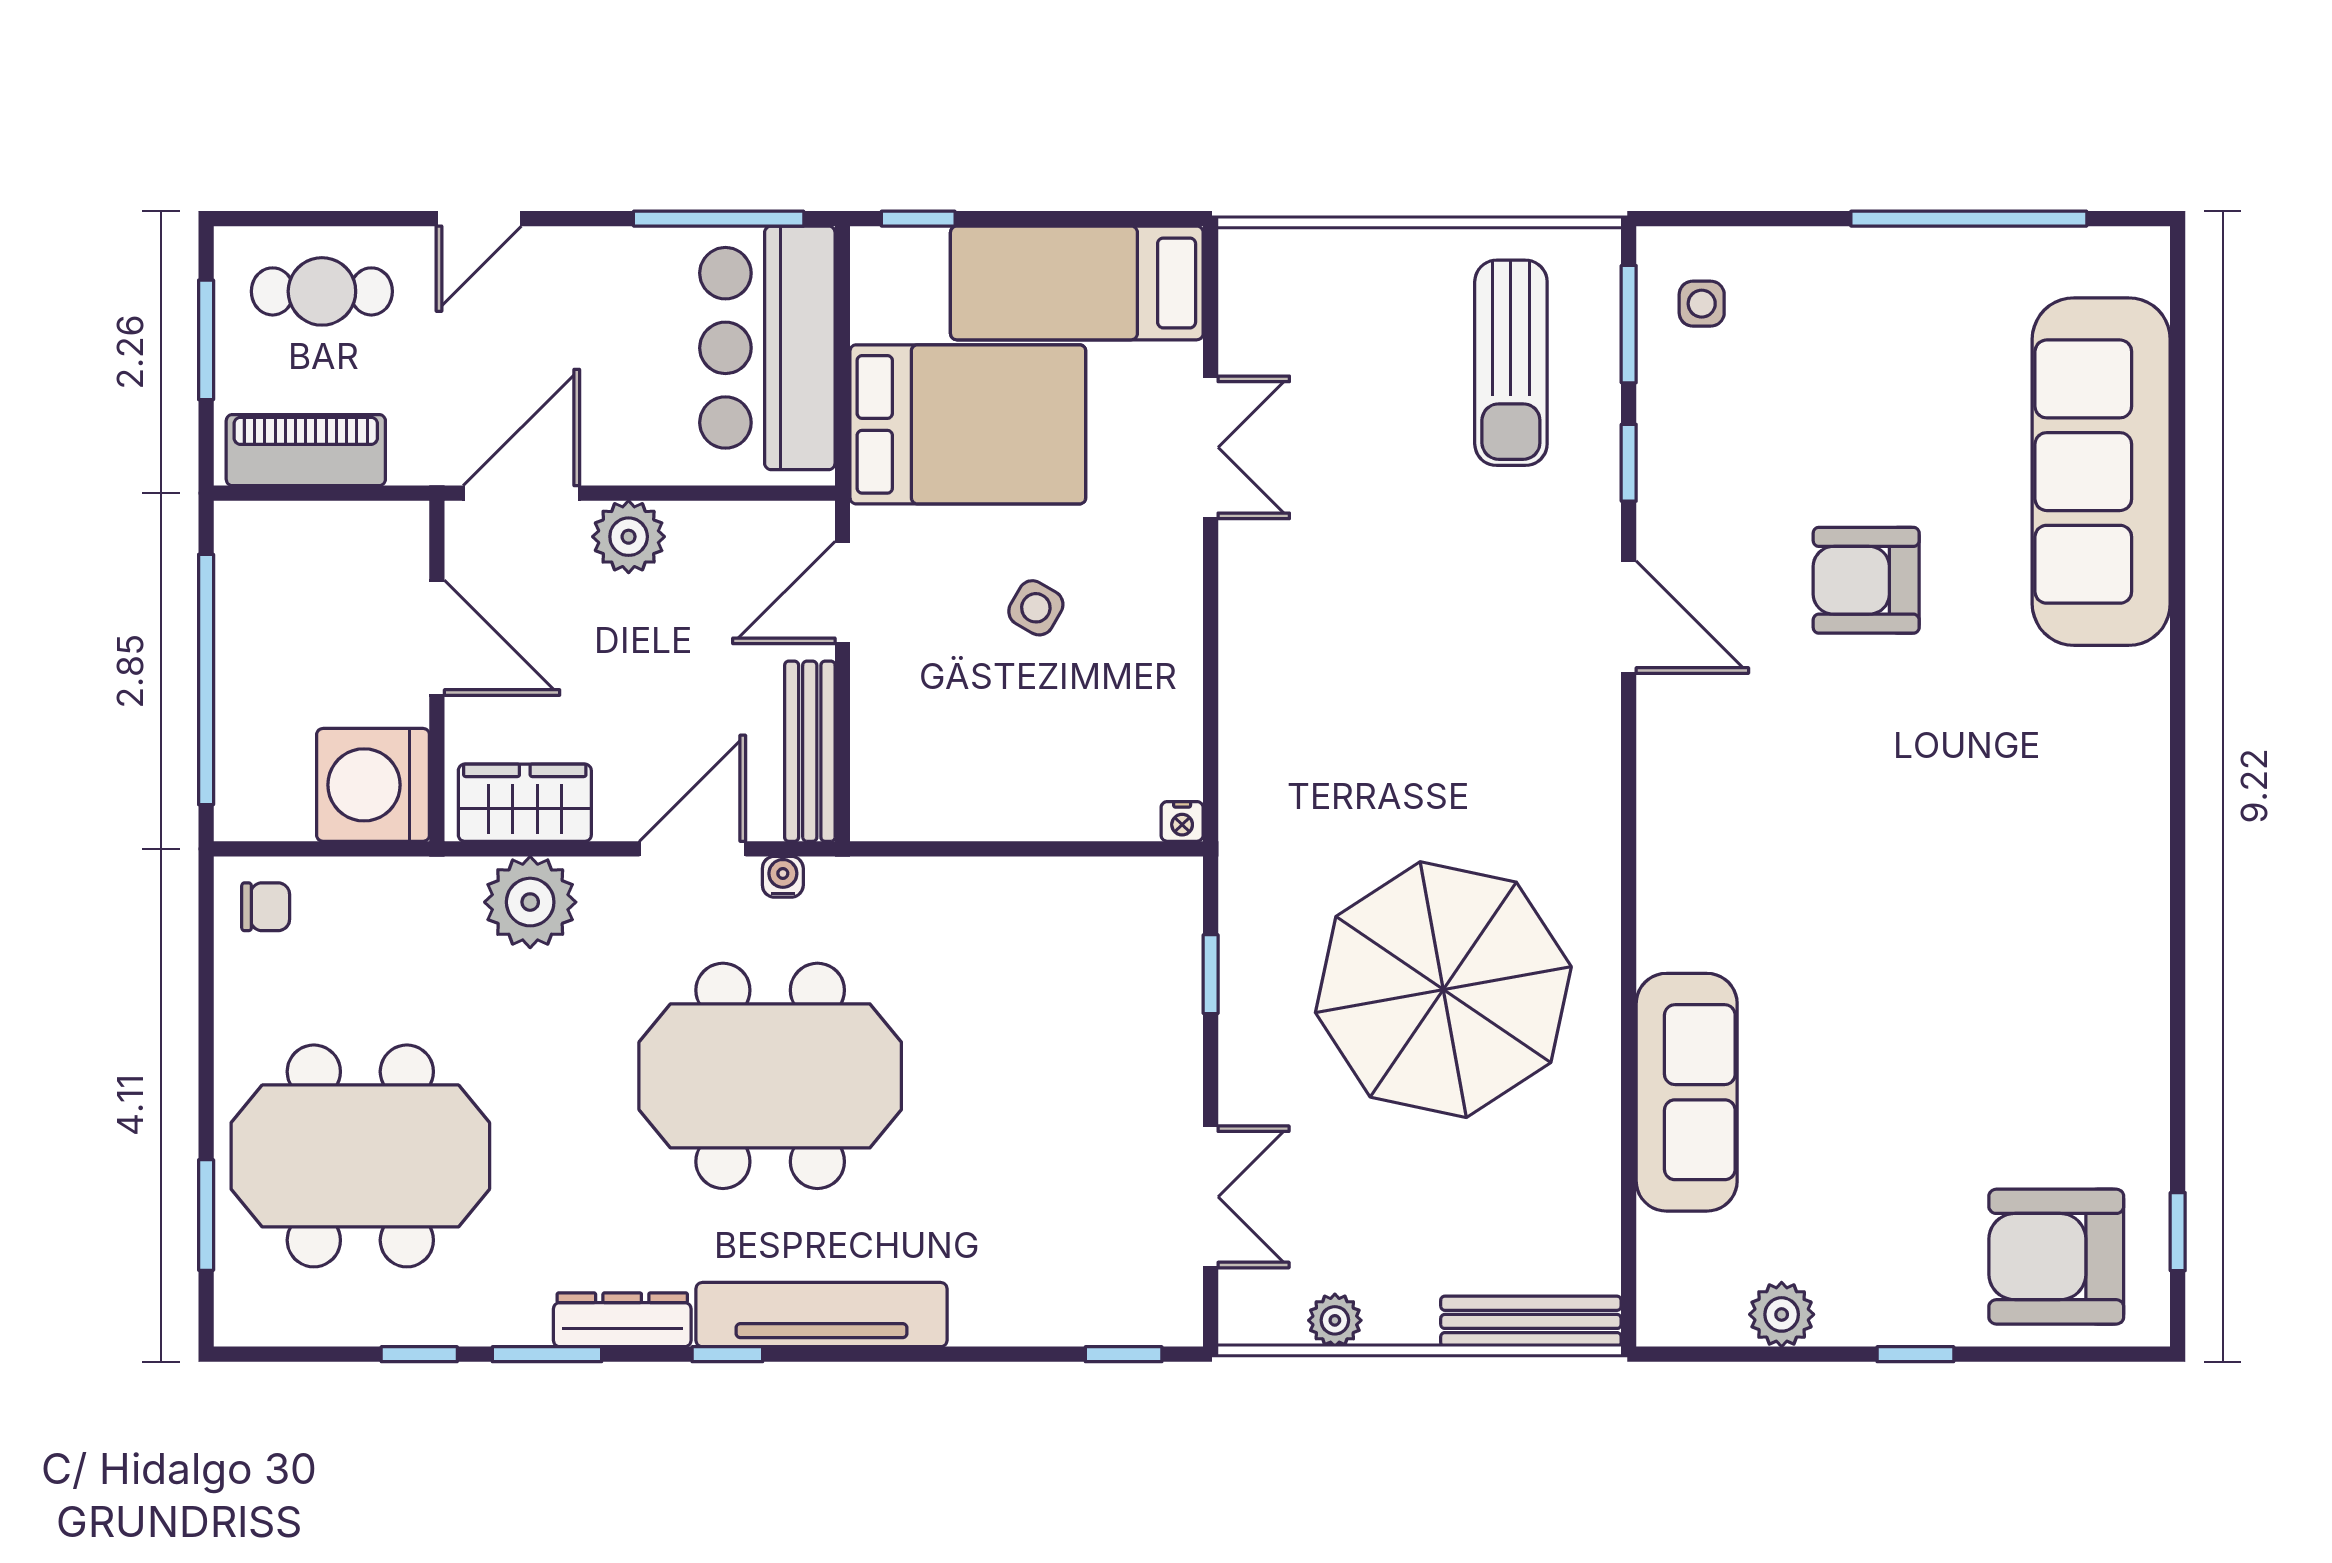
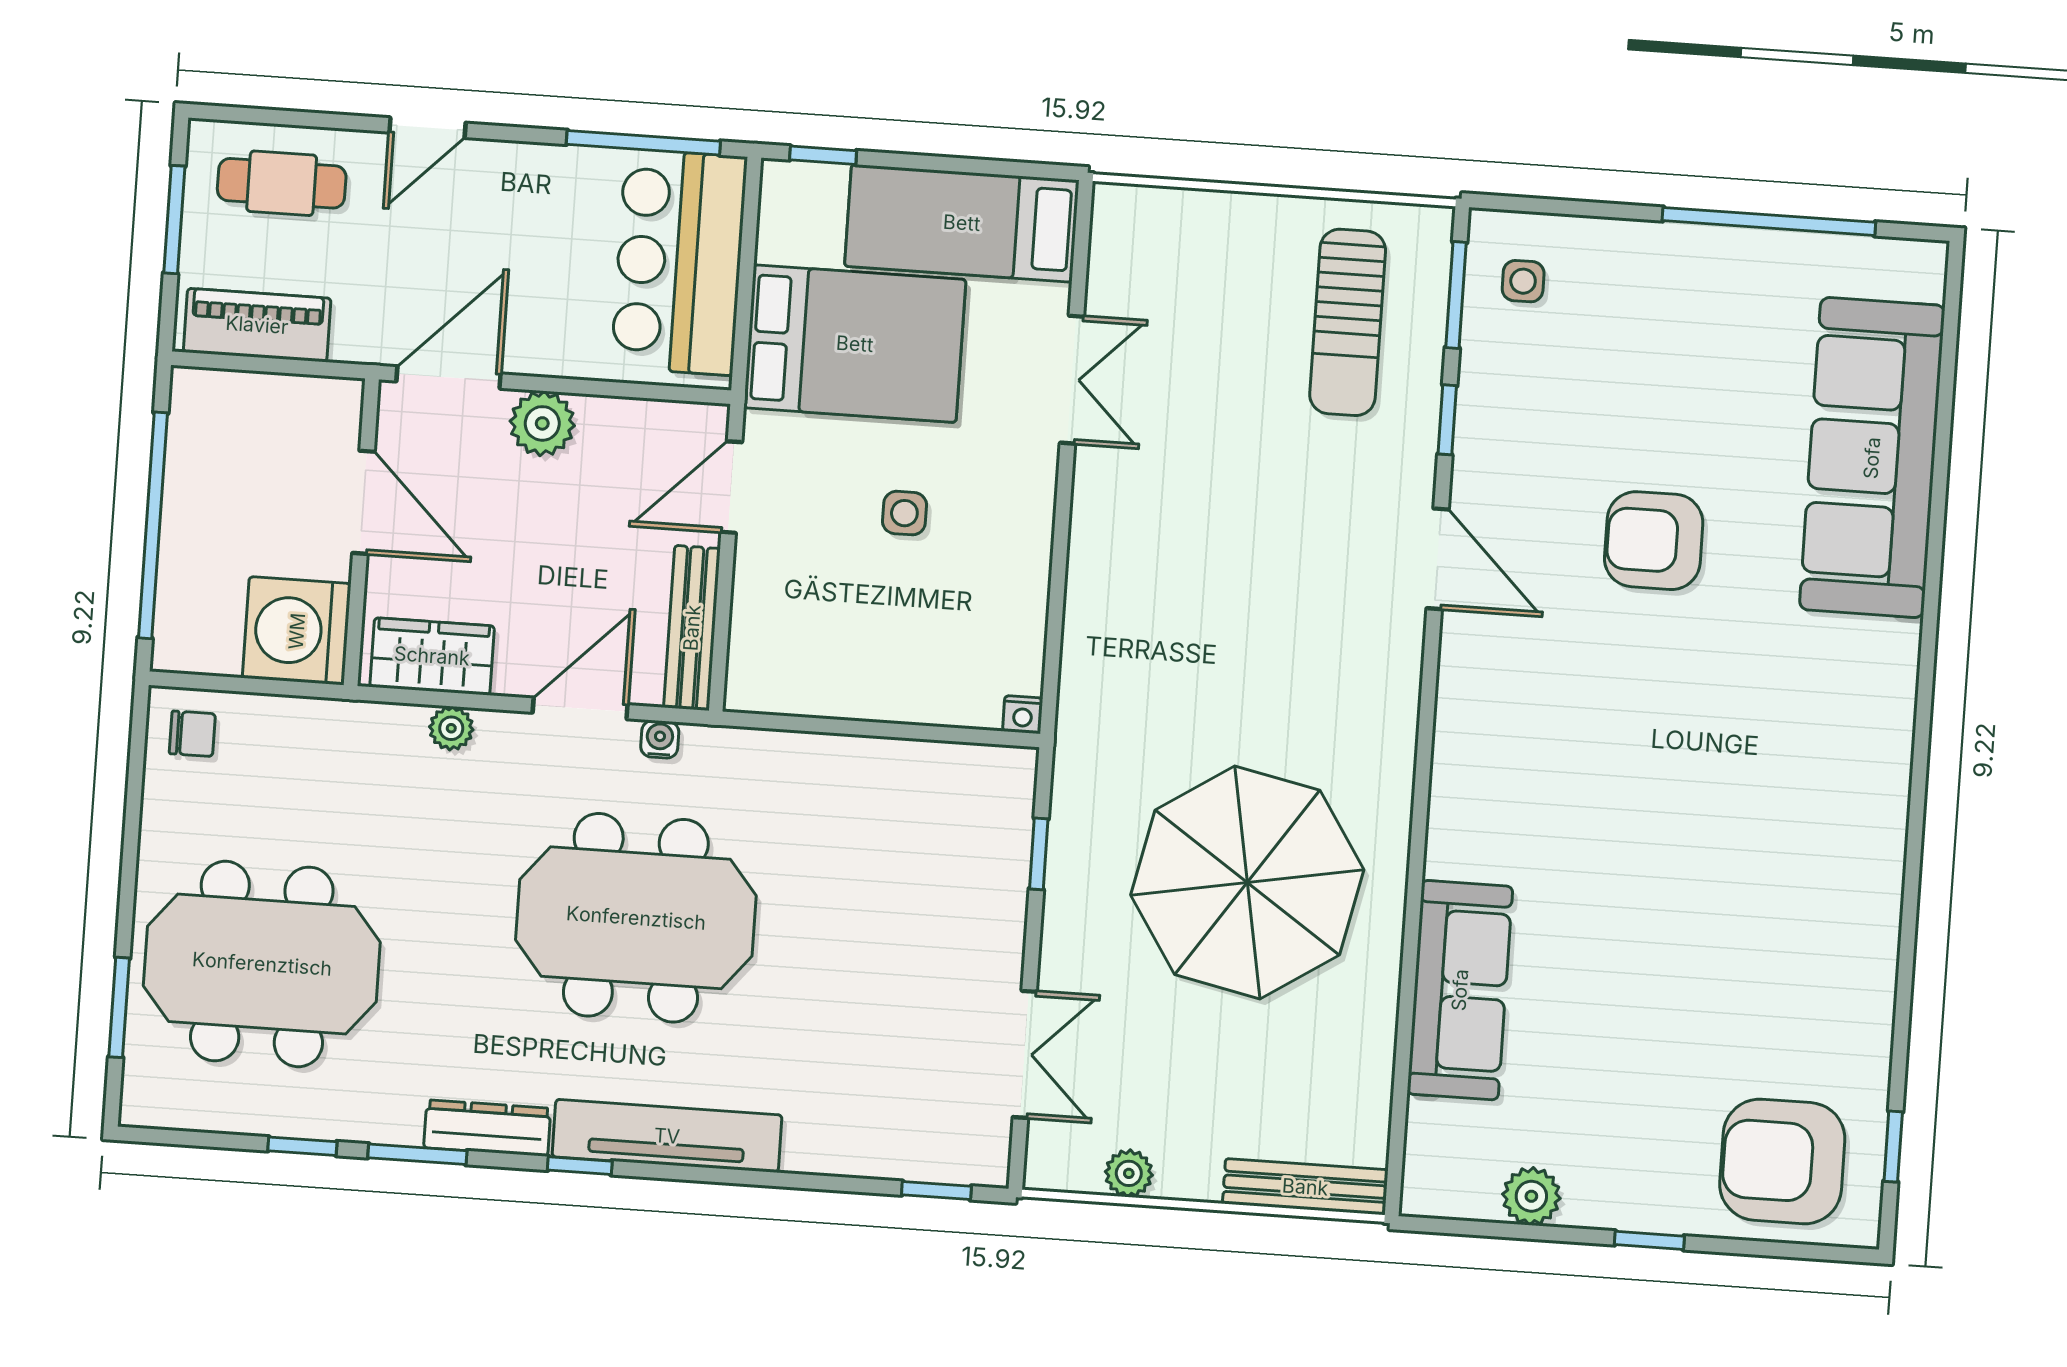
side table: (1036, 608) -> (904, 513), turned -30
plant: (530, 902) -> (451, 728), width x0.53, depth x0.53

